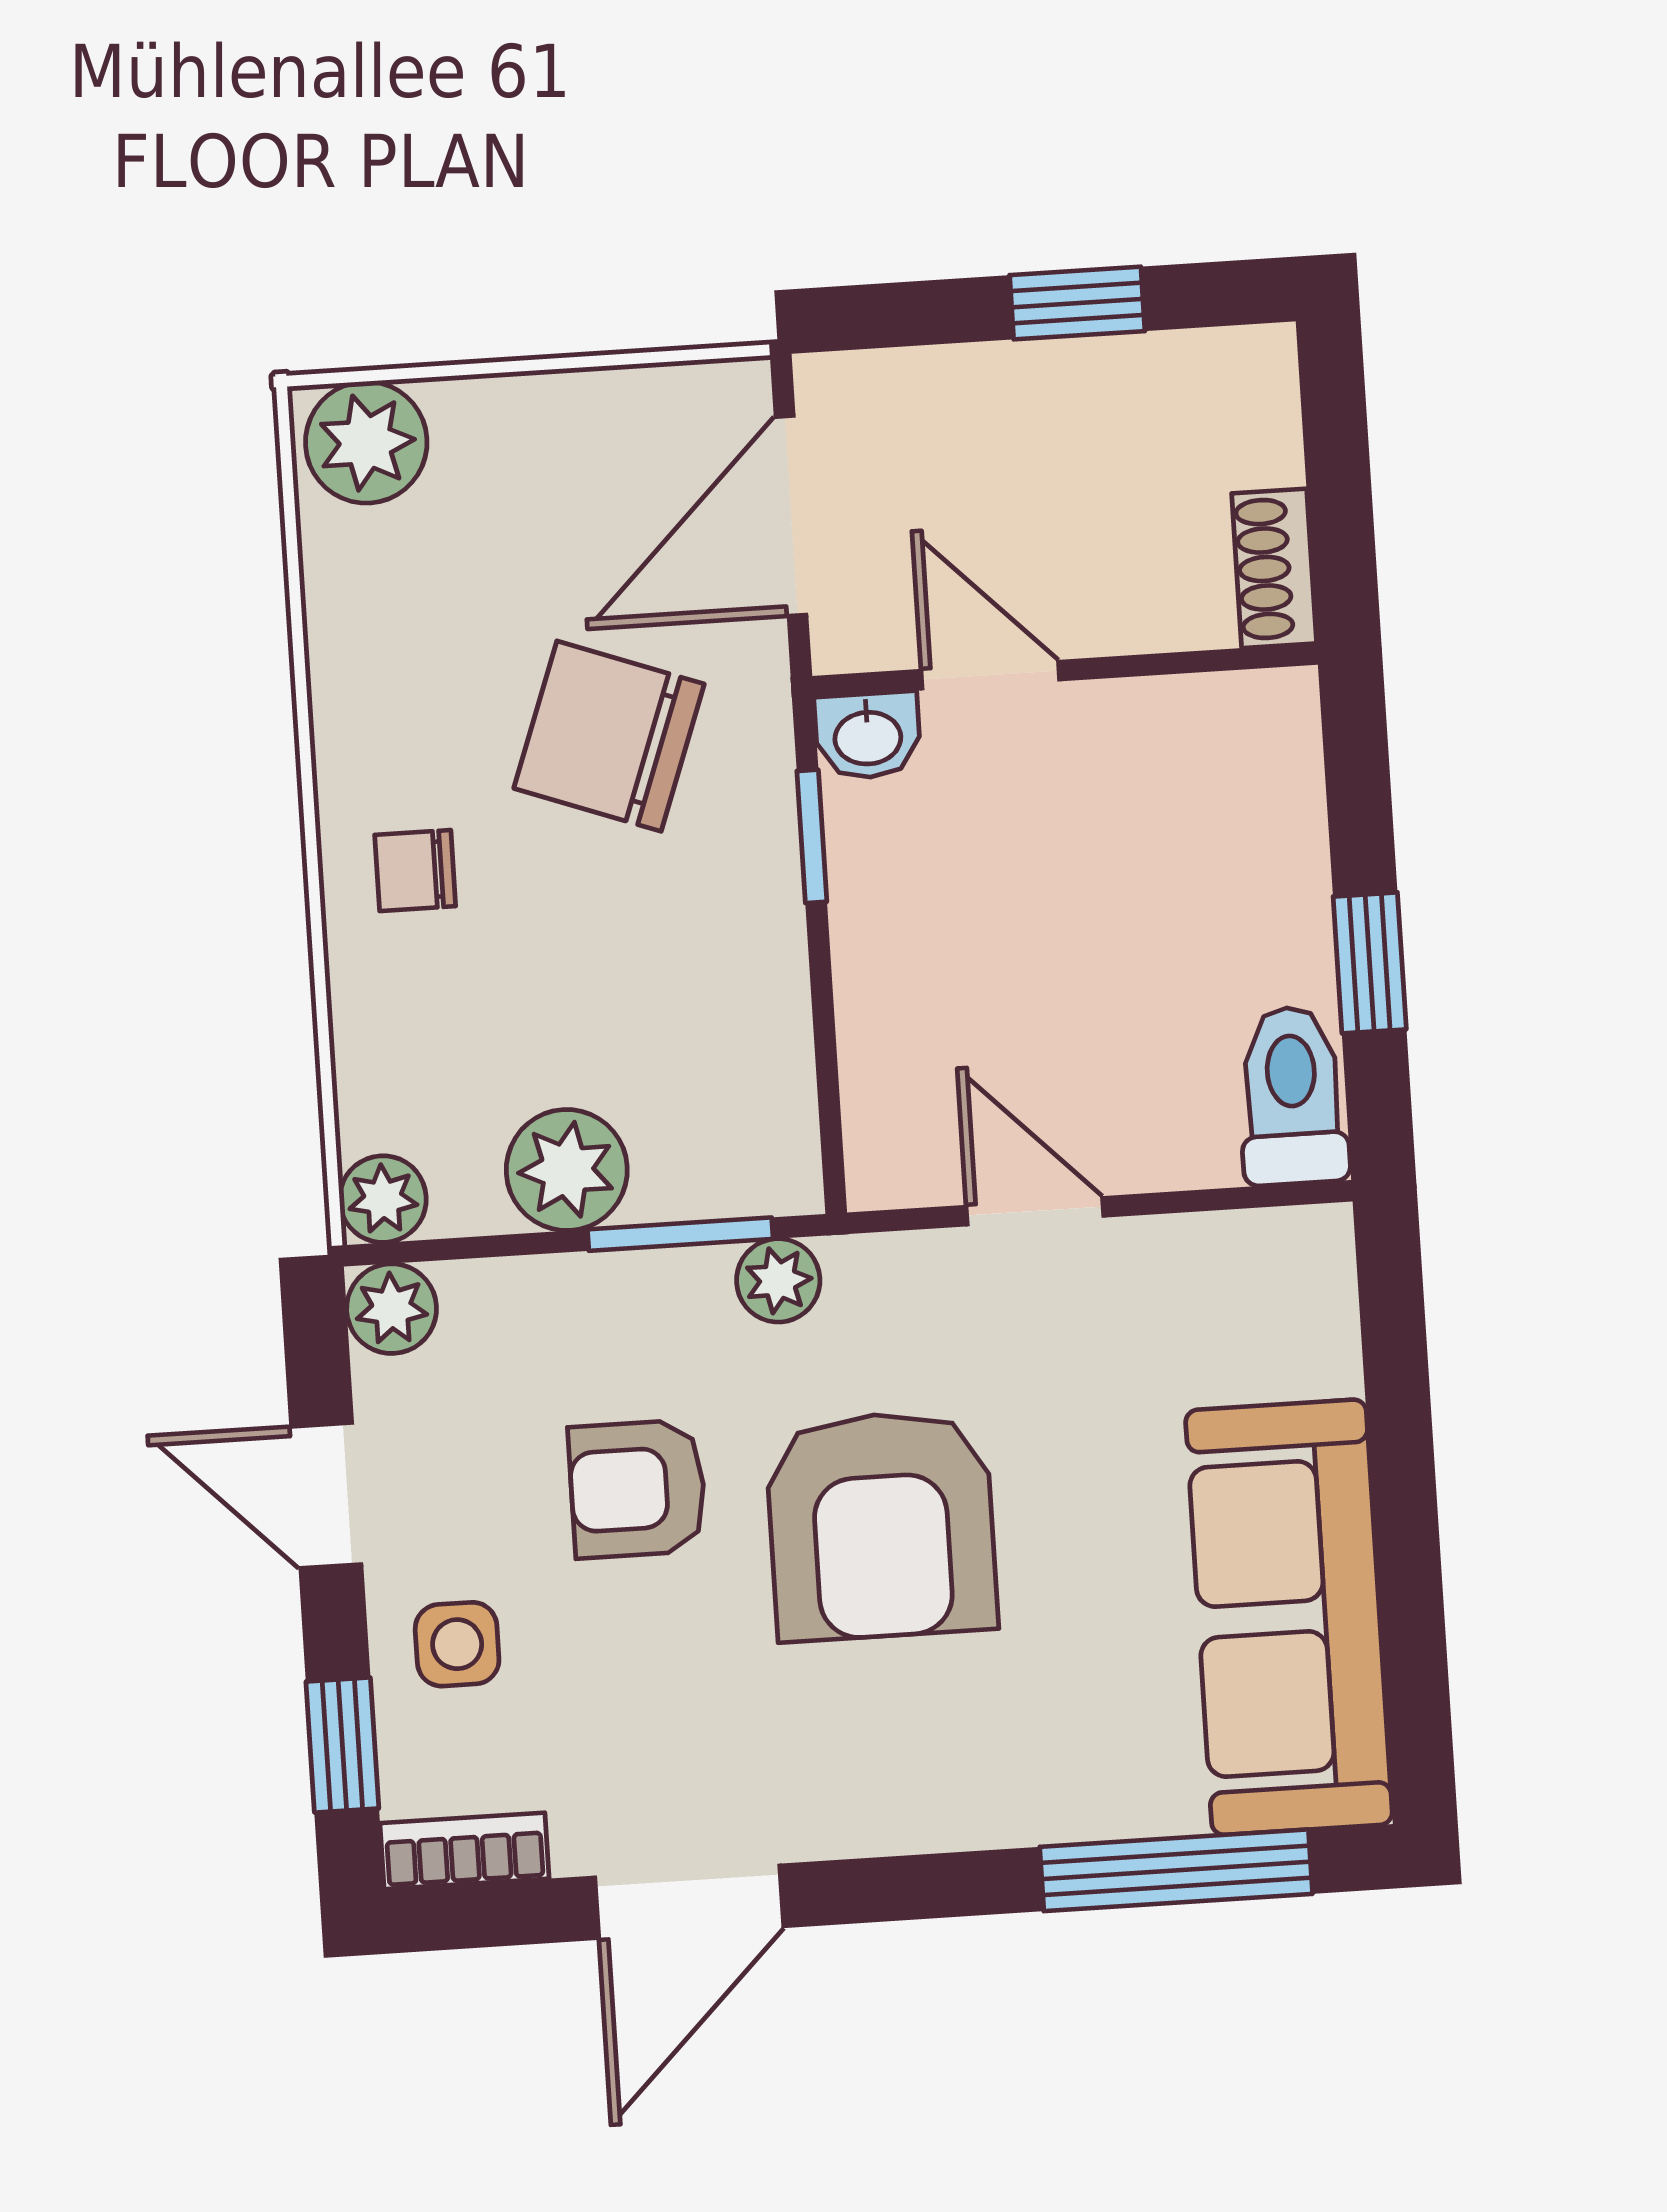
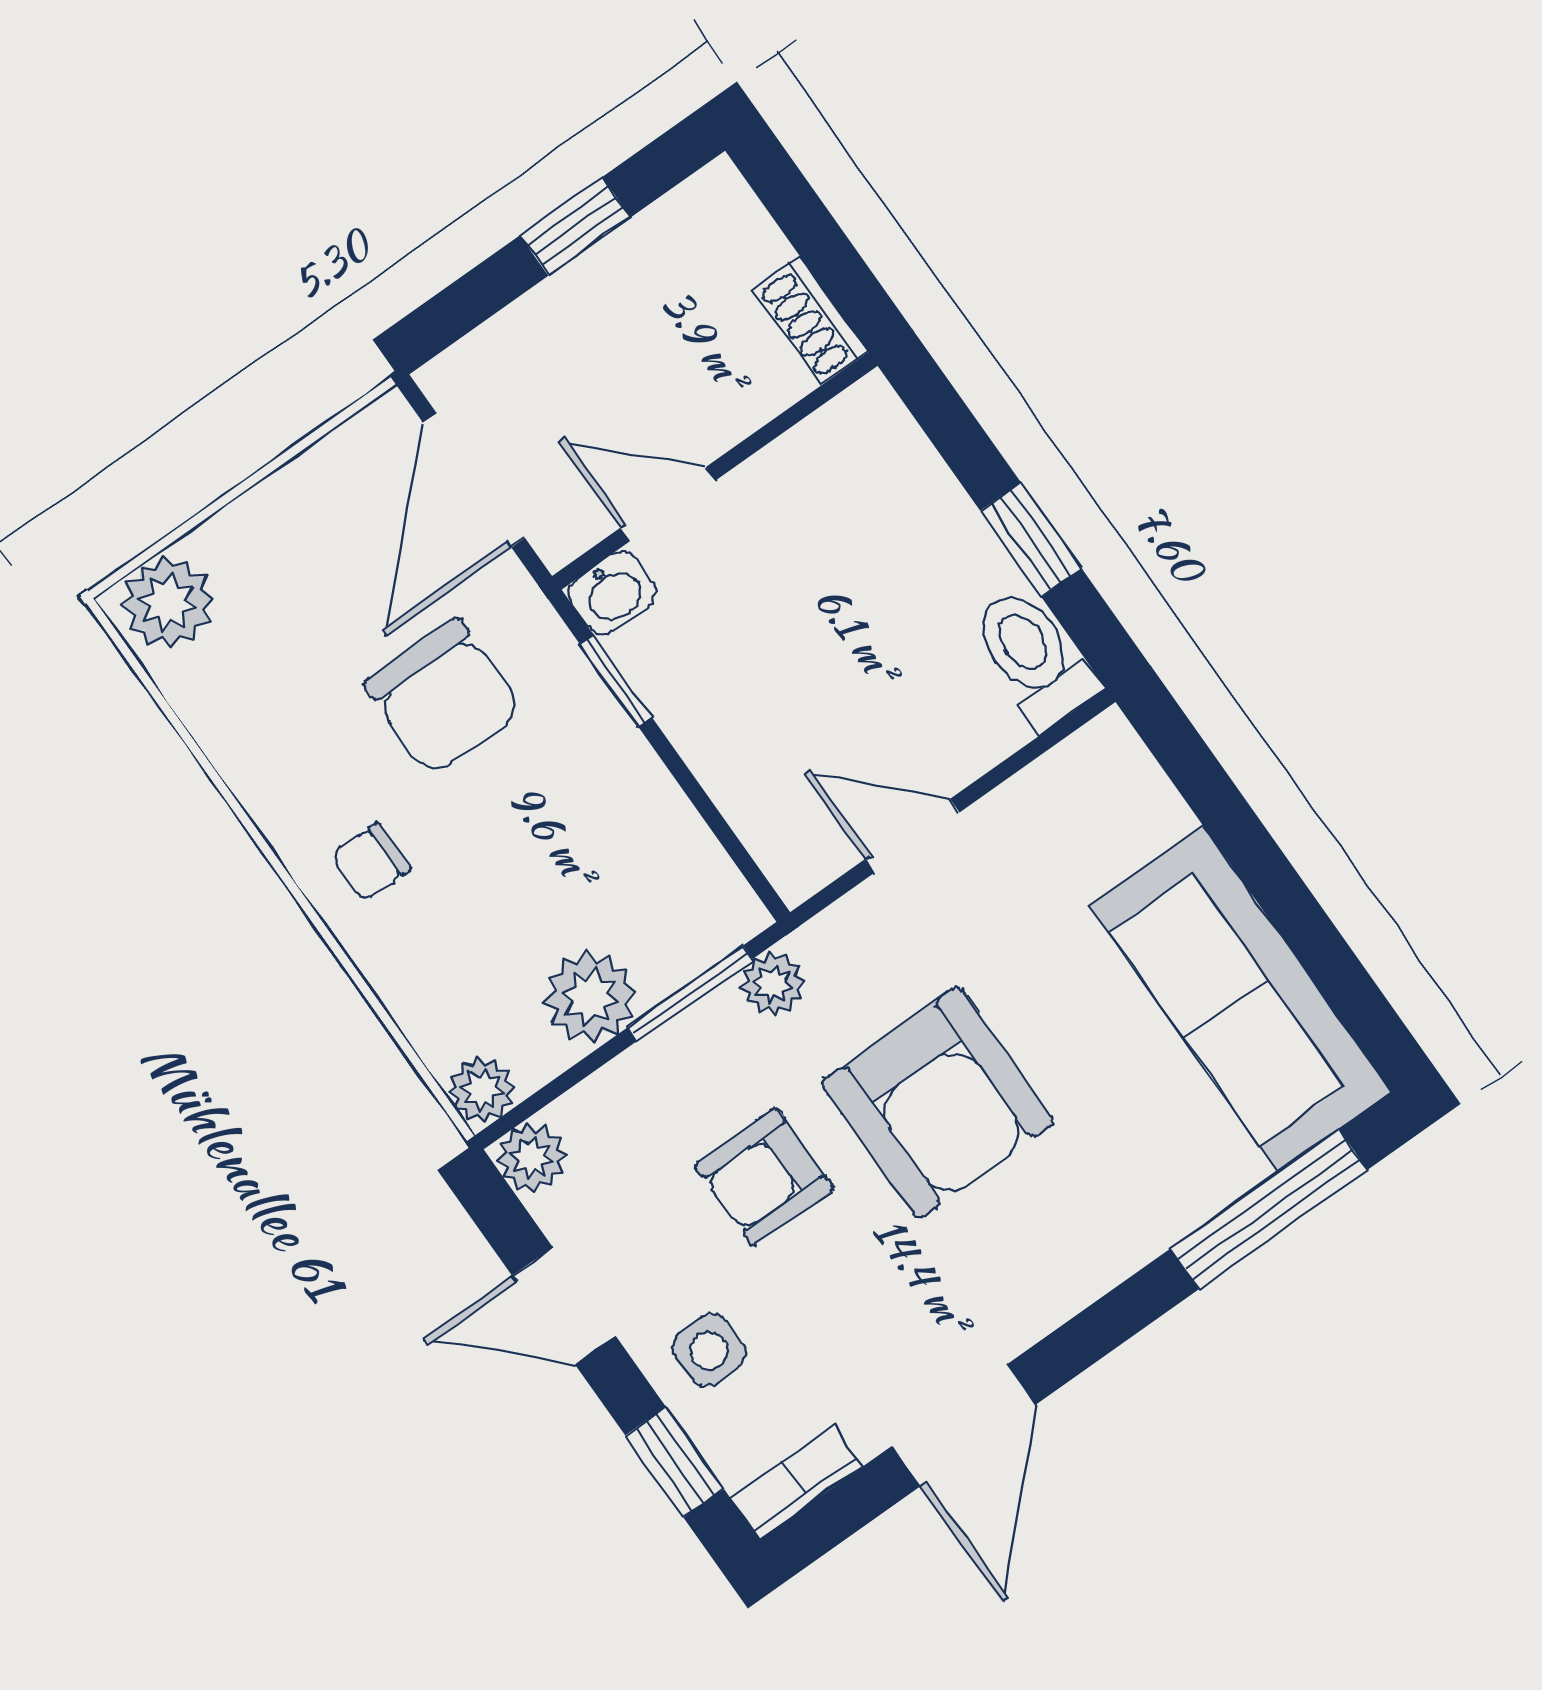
chair: (609, 736) -> (444, 697), turned -110

